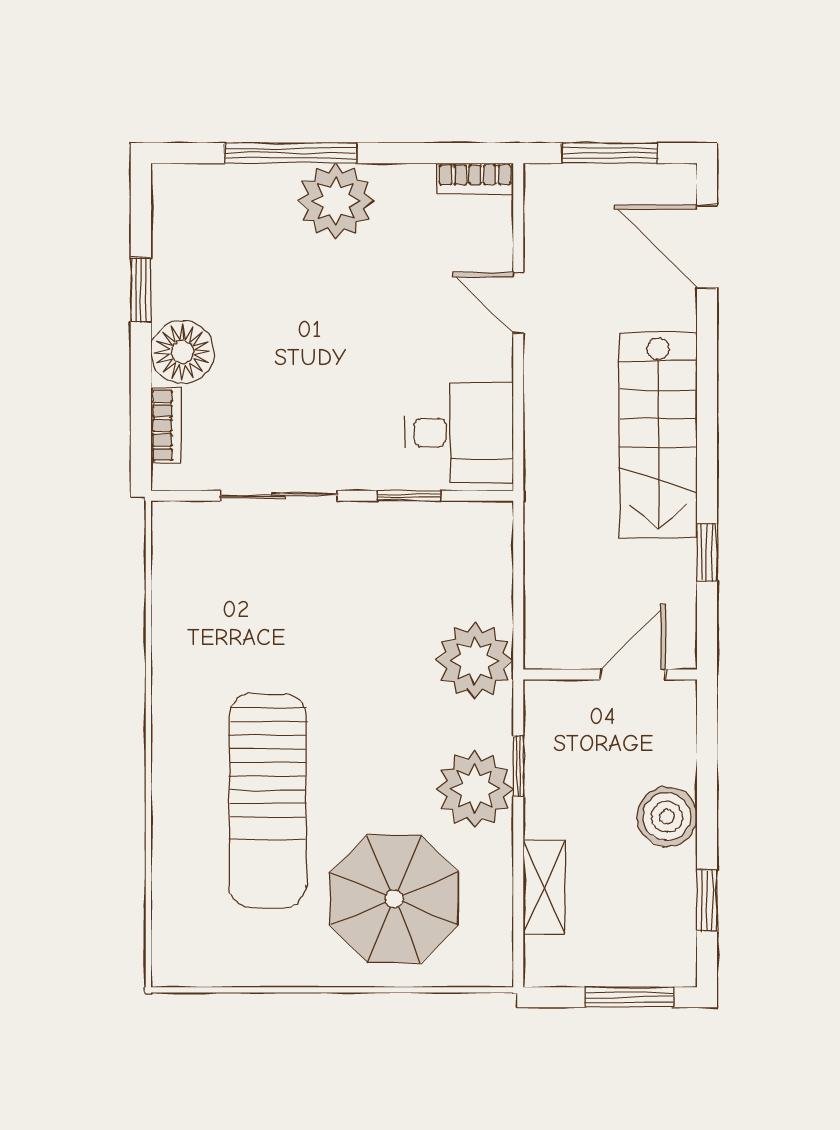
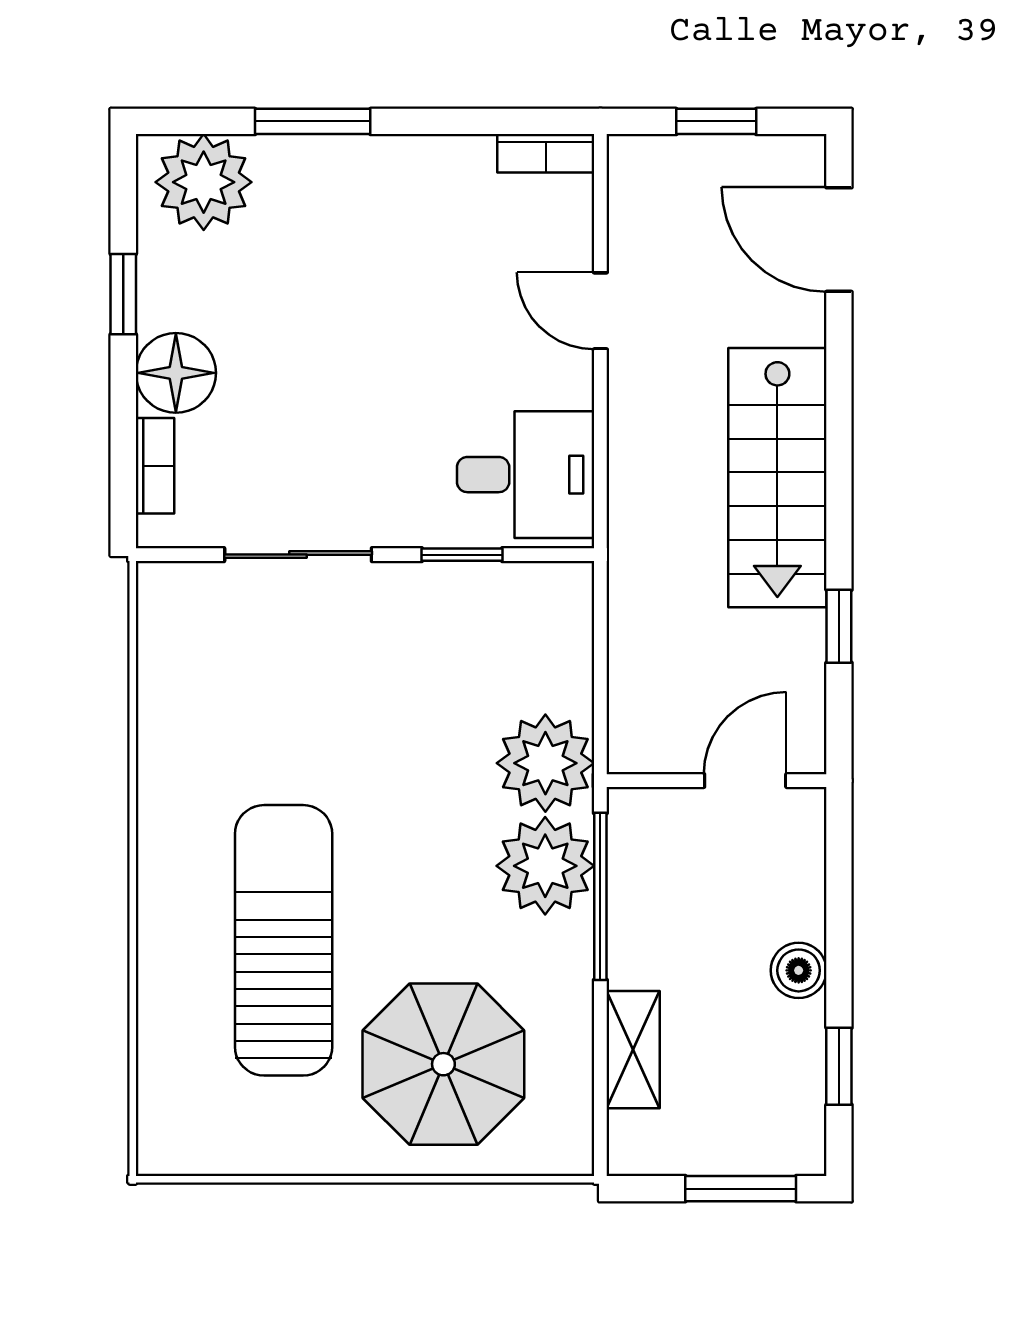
window: (291, 153) -> (313, 121), width x0.69
window: (610, 153) -> (716, 121), width x0.67
plant: (336, 201) -> (204, 182), moved
window: (518, 766) -> (600, 896), width x2.17
plant: (475, 789) -> (545, 866), moved
sun lounger: (268, 801) -> (284, 940), turned 180
boiler: (667, 817) -> (799, 970), width x0.73, depth x0.73

